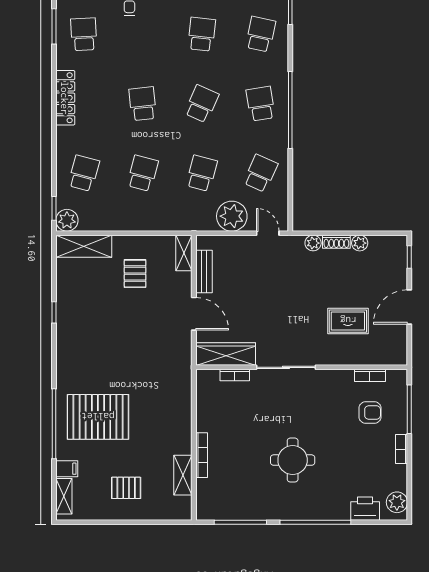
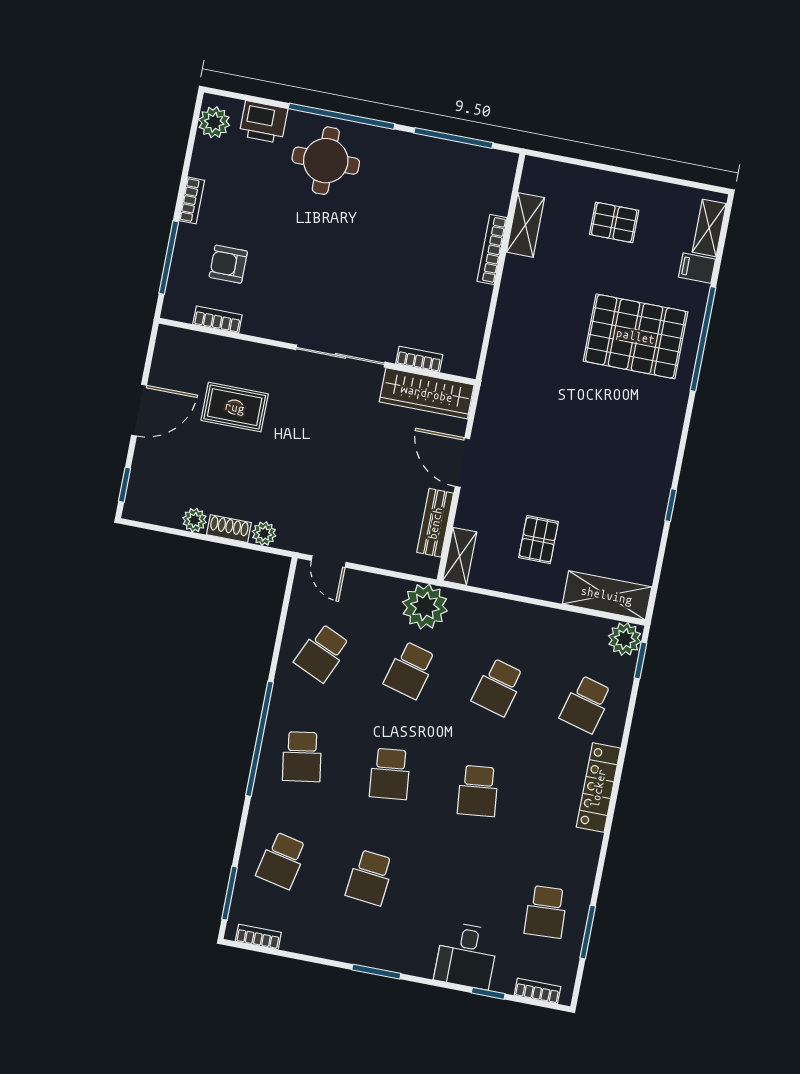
locker: (65, 98) -> (598, 788), moved
school desk: (202, 104) -> (390, 774), turned -30
plant: (232, 216) -> (425, 606), moved
round table: (293, 460) -> (326, 161), moved

